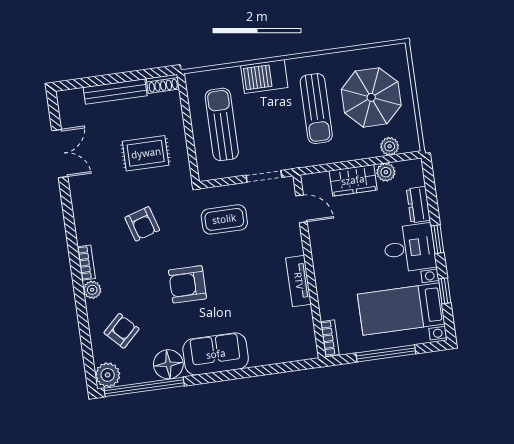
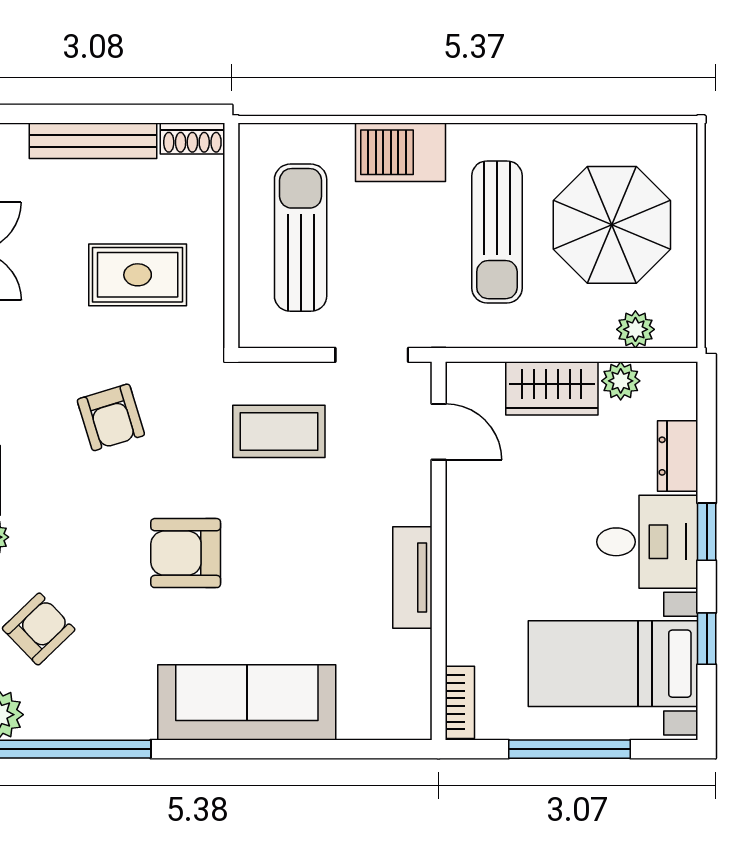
sofa: (216, 354) -> (247, 702), width x1.36
floor lamp: (168, 364) -> (124, 710), removed

